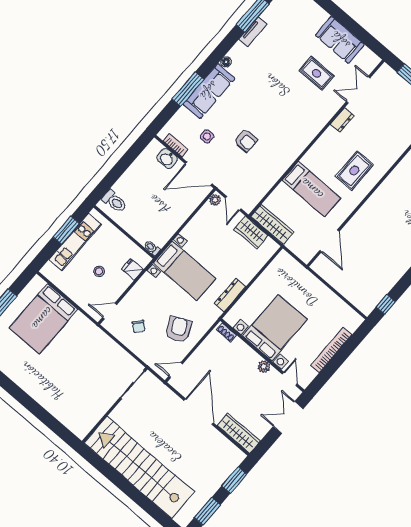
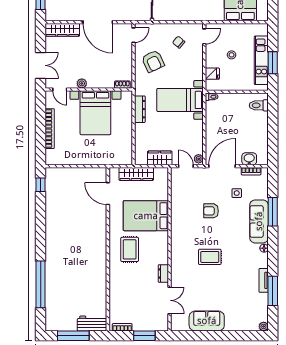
rug: (317, 73) -> (210, 257), moved
bed: (311, 189) -> (146, 216), width x1.50
wardrobe: (272, 224) -> (136, 174), moved

